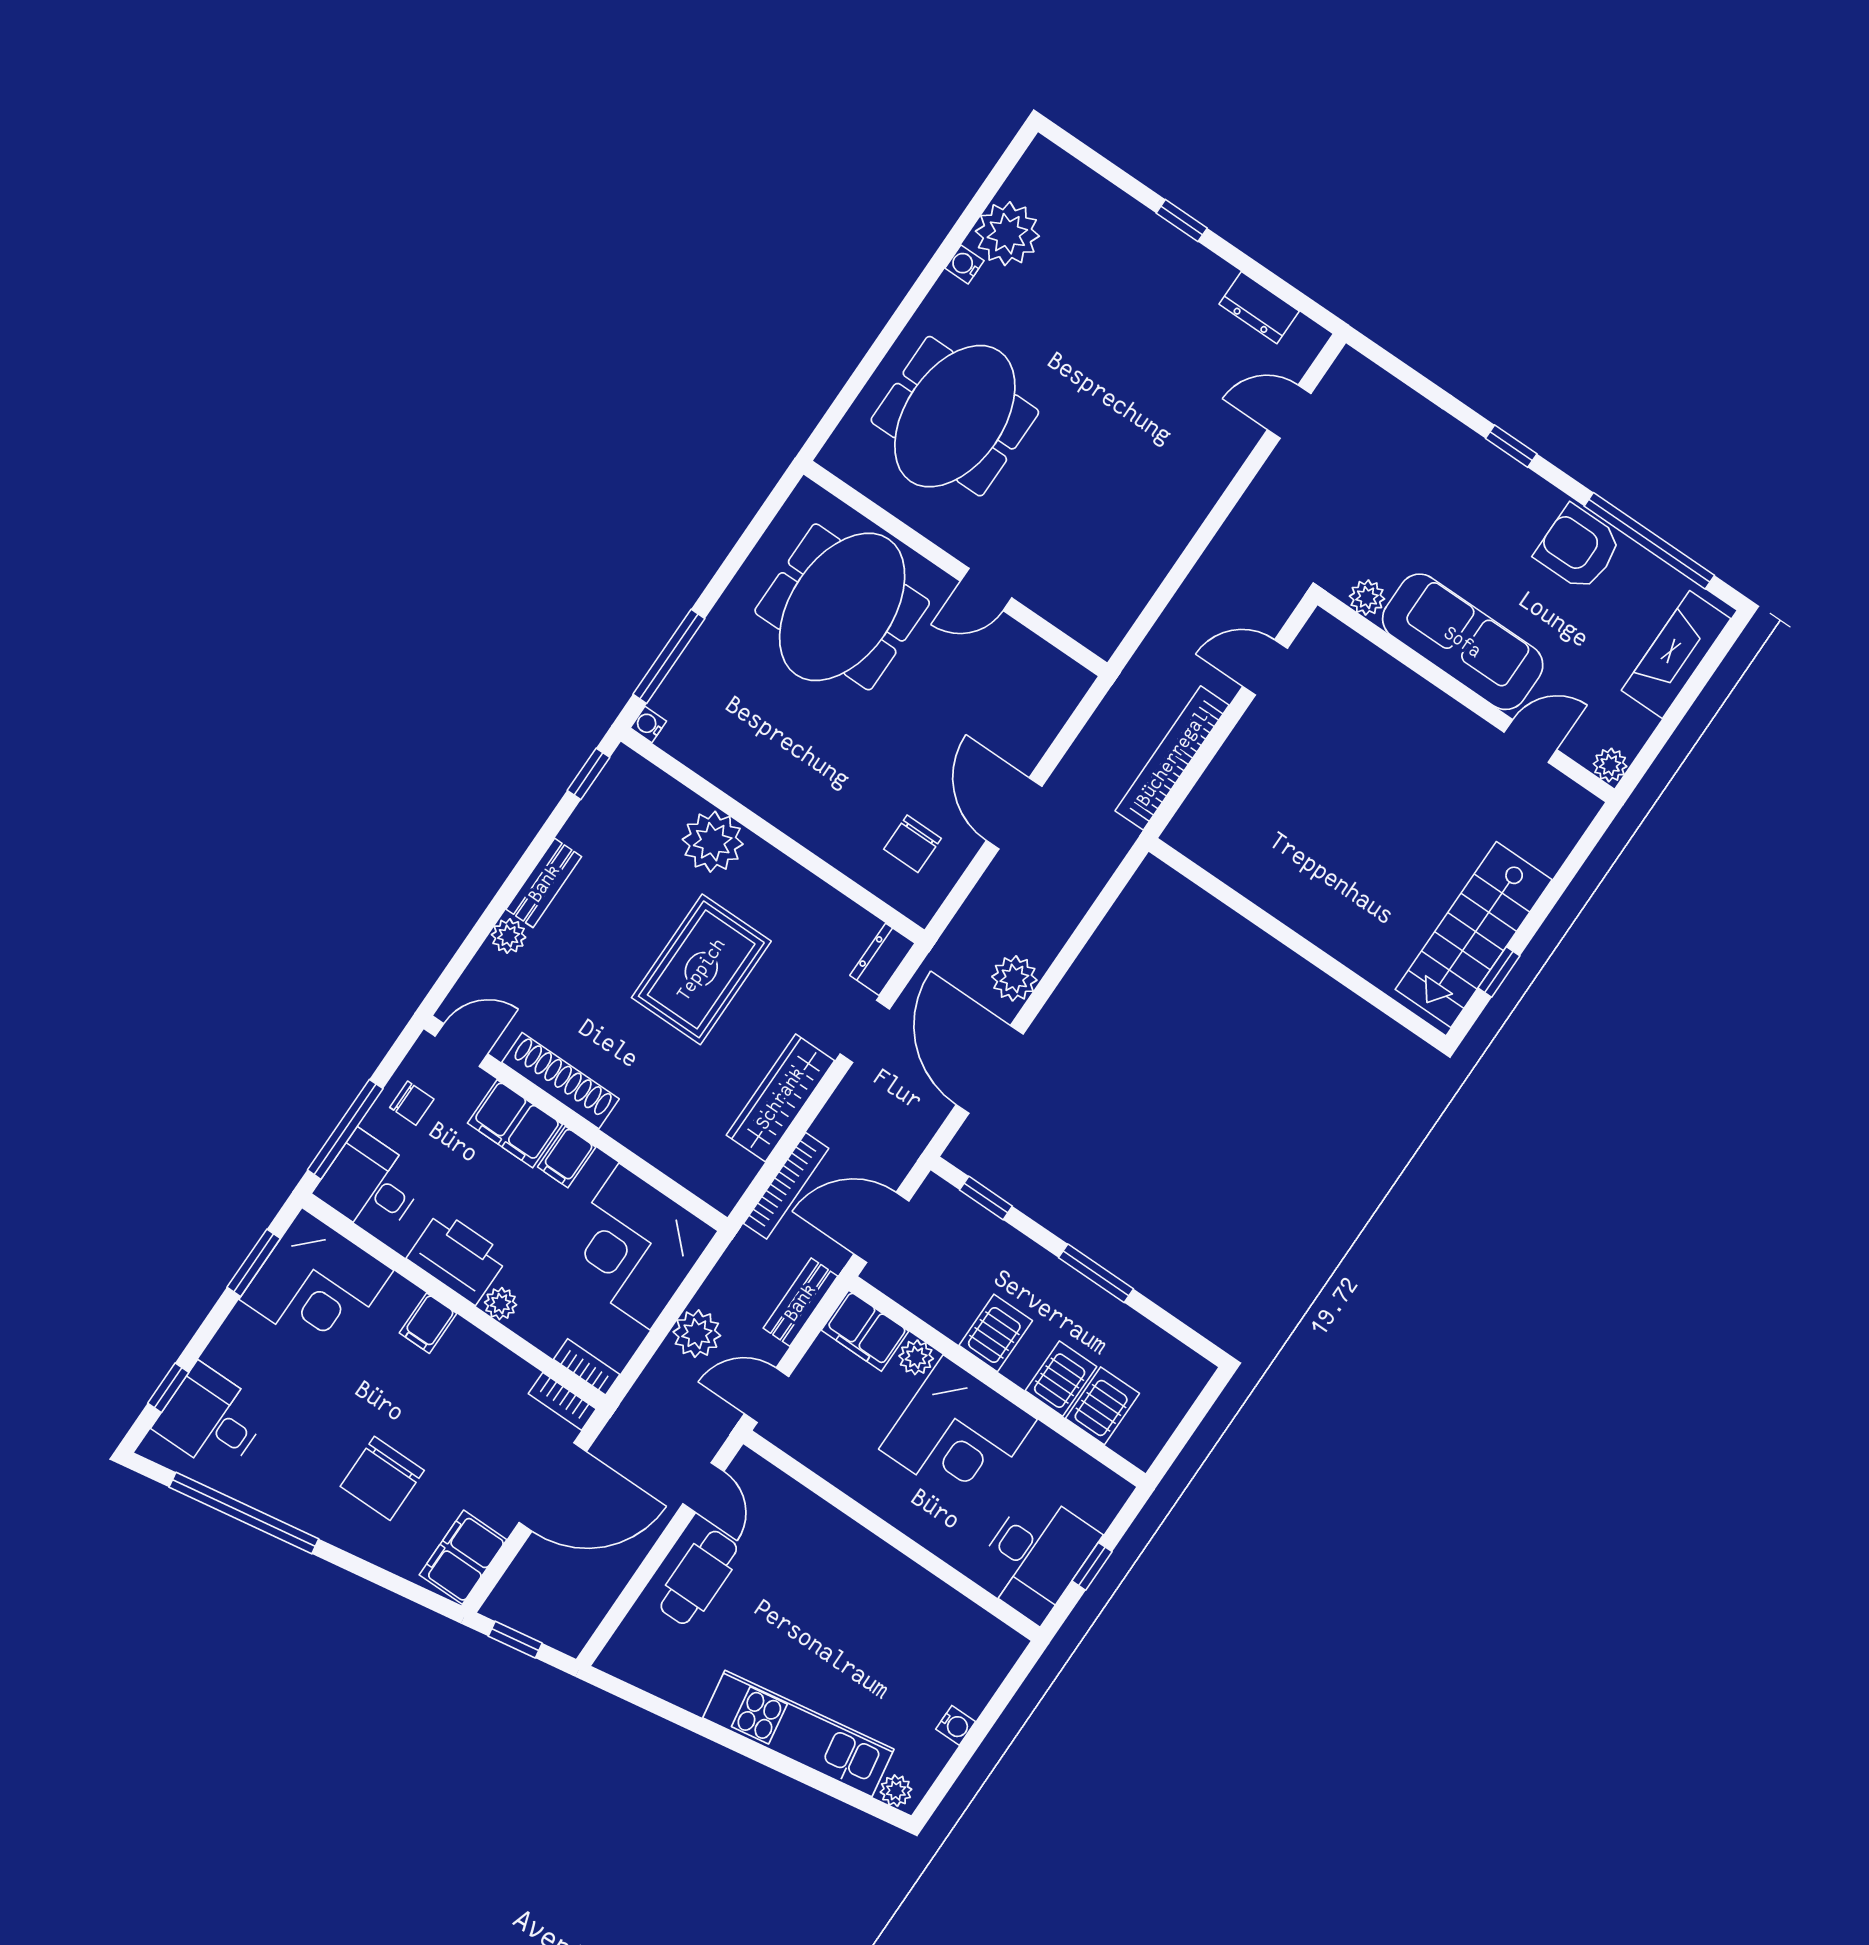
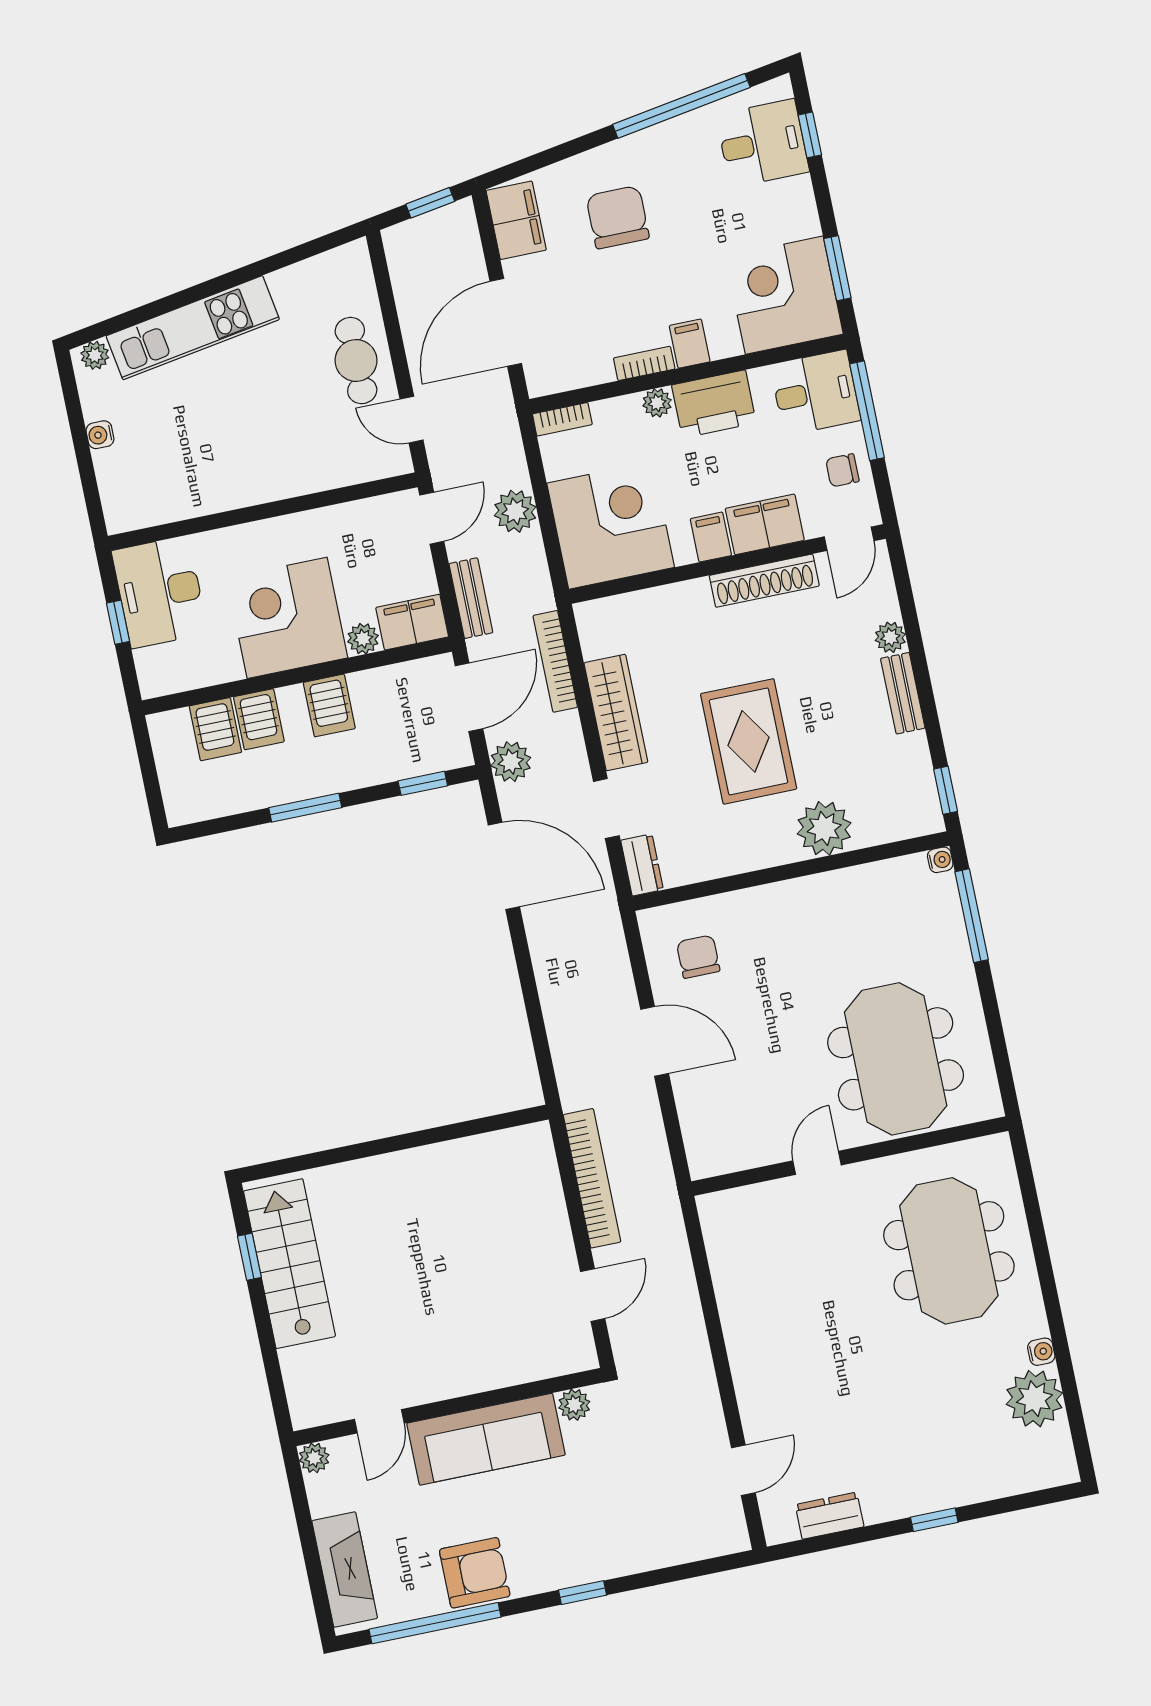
plant: (1014, 978) -> (511, 762), moved
bookcase: (562, 1401) -> (644, 363), moved

